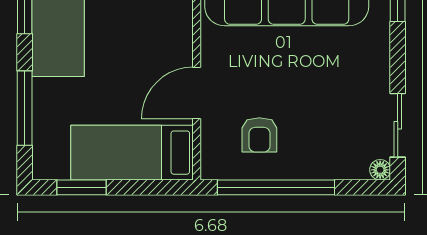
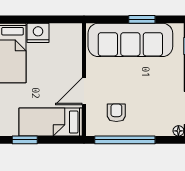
armchair: (259, 135) -> (116, 113), turned 180

